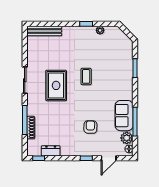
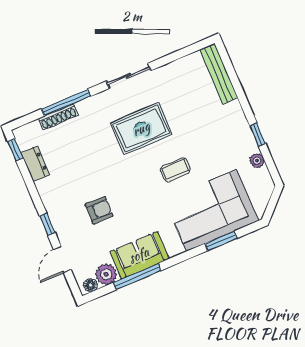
corner sofa: (116, 66) -> (212, 210), added
door: (109, 158) -> (62, 260), hinge flipped

